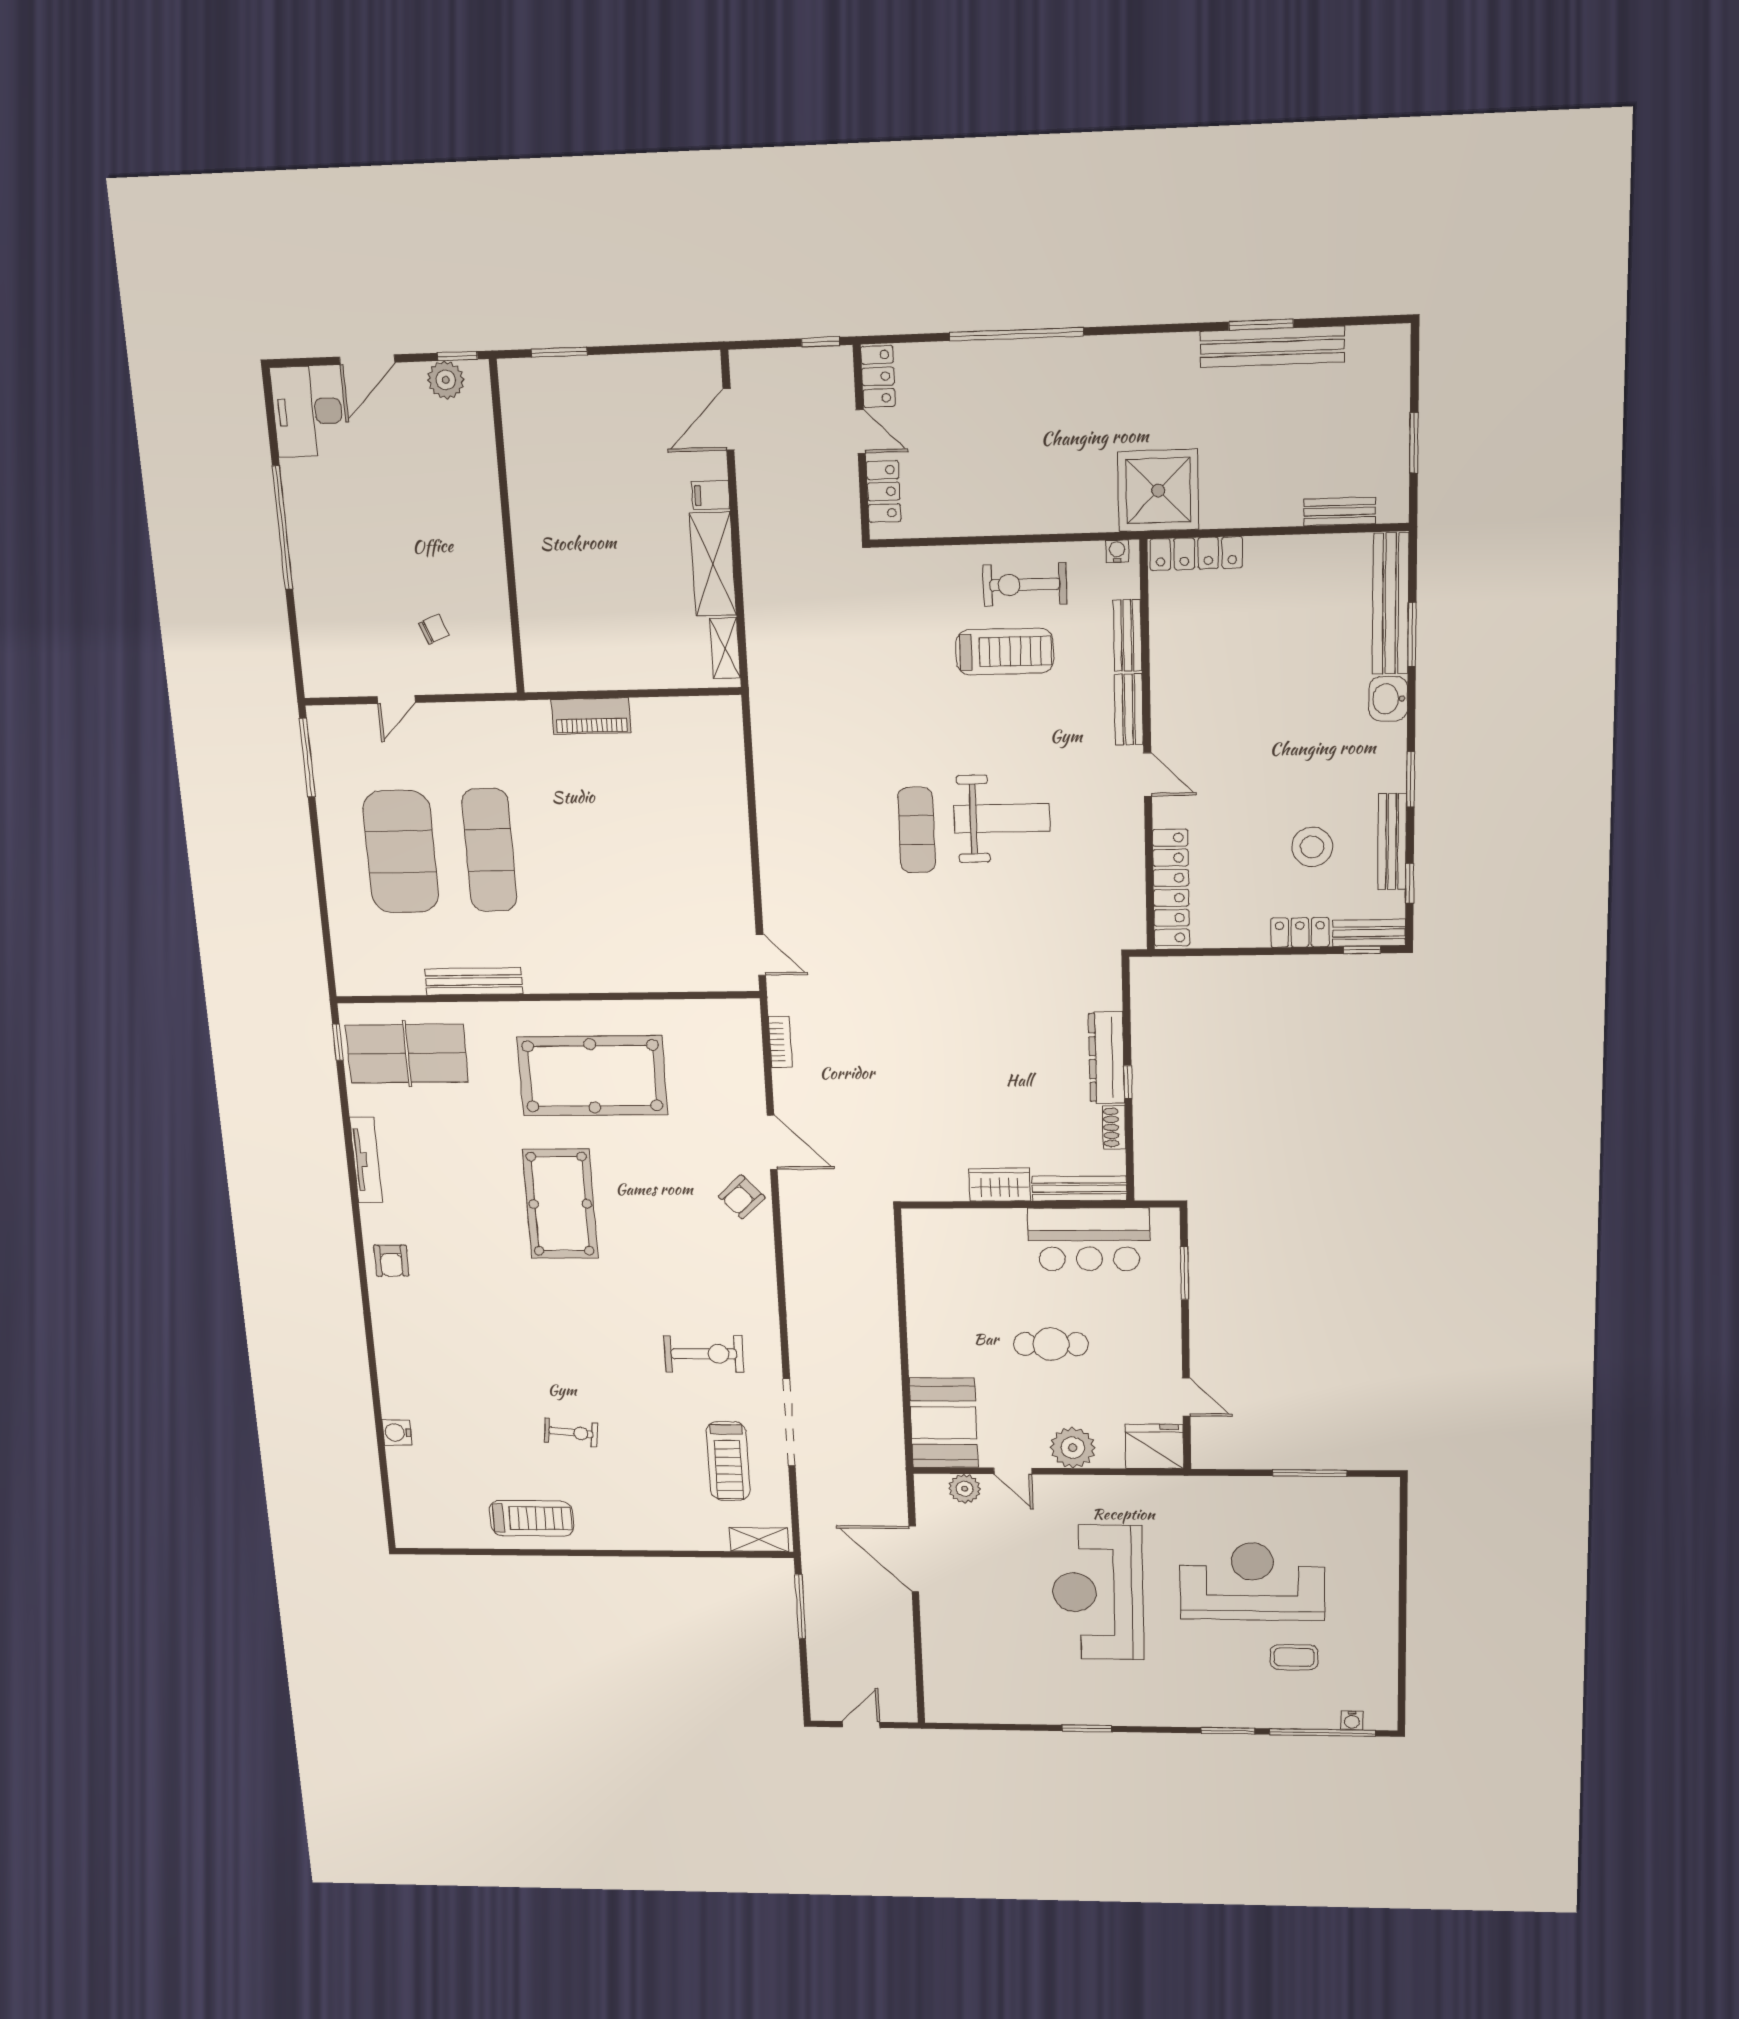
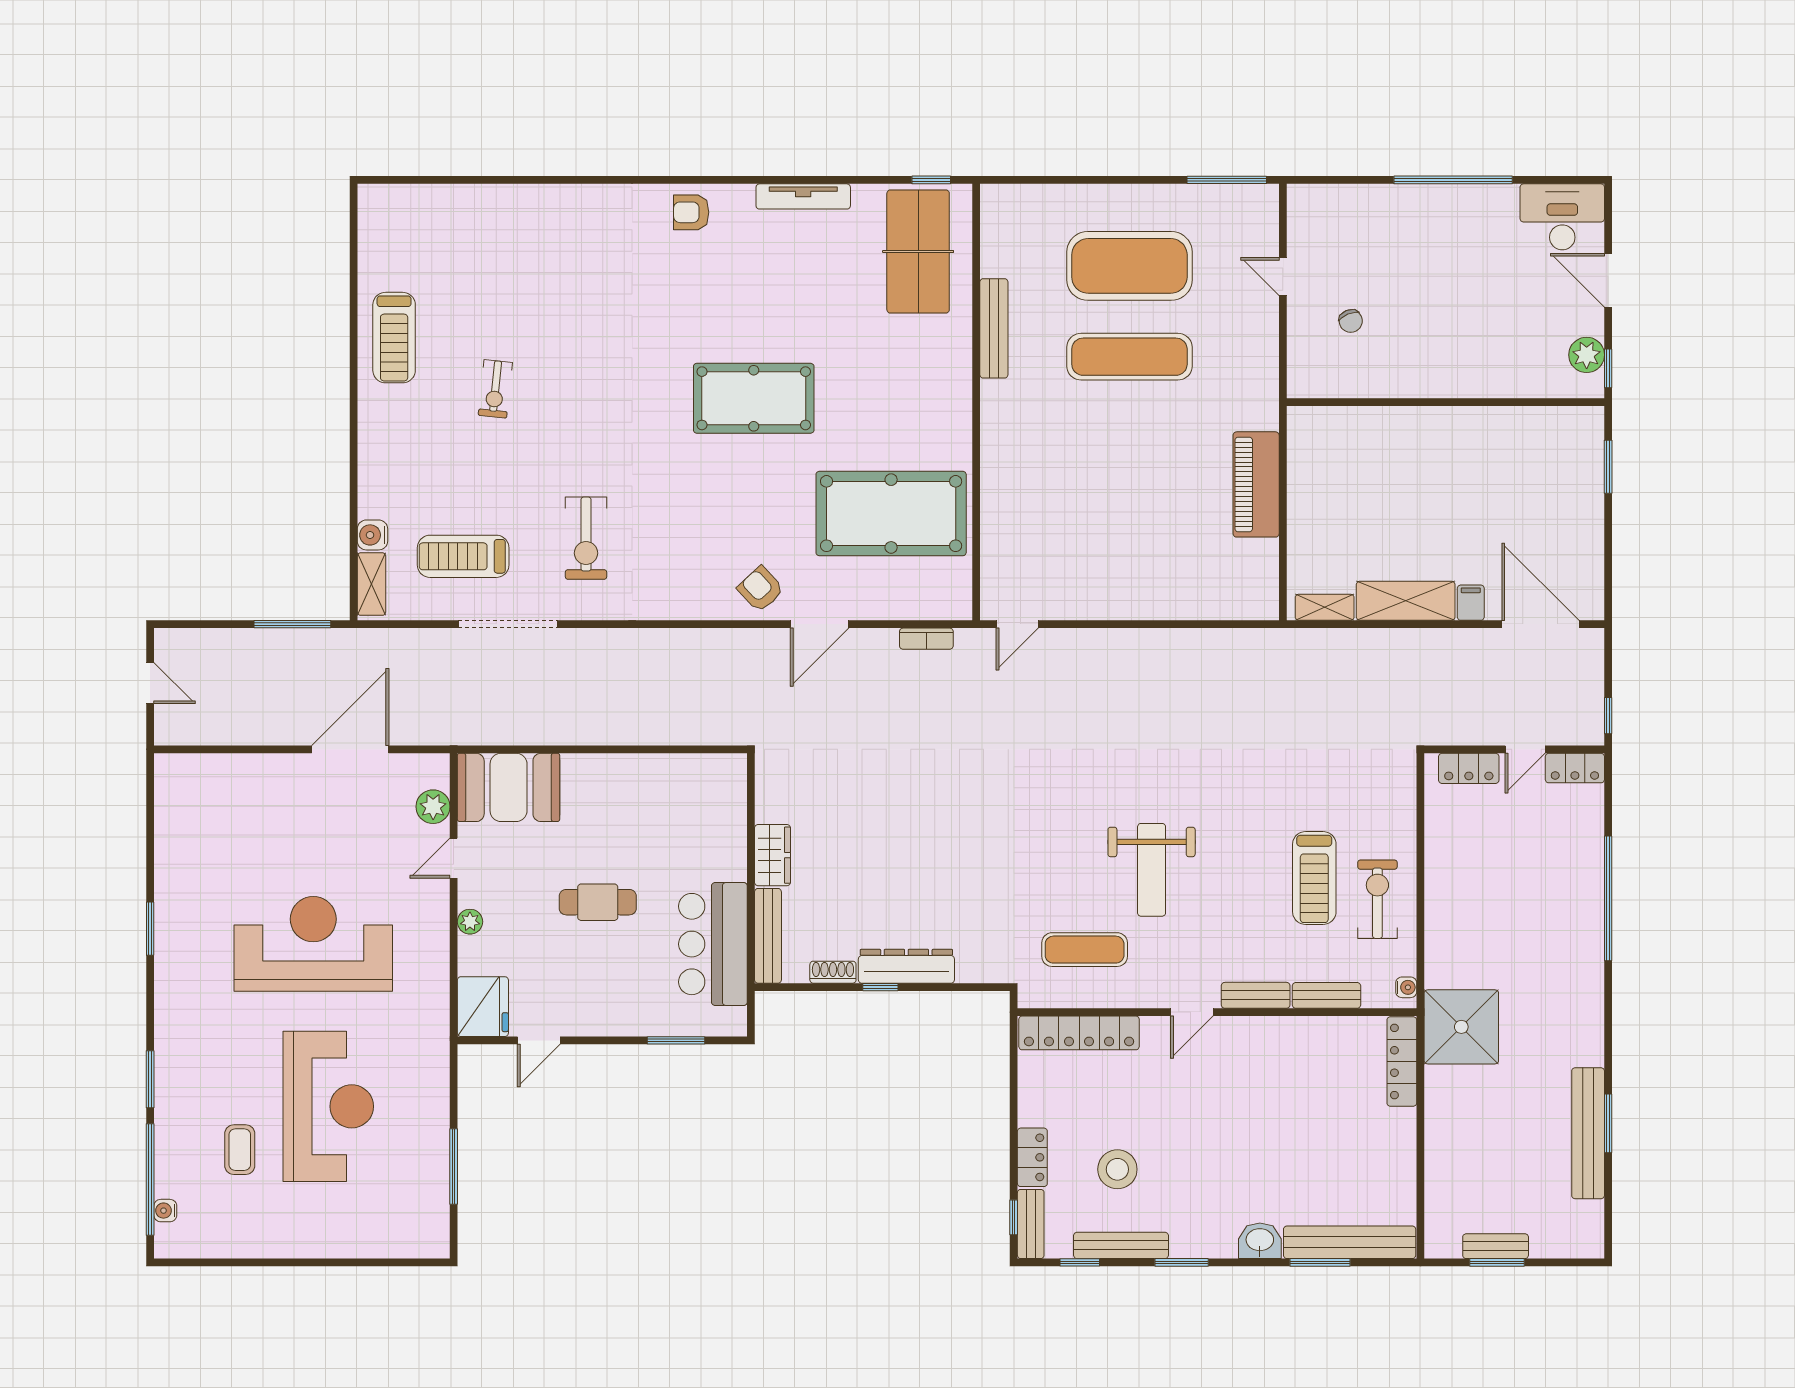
door: (728, 419) -> (1540, 624), width x1.36
bench: (1340, 511) -> (1496, 1246), moved, turned 90
piano: (591, 716) -> (1256, 484), width x1.37, depth x1.33
exercise mat: (917, 830) -> (1085, 950), moved
pool table: (592, 1076) -> (891, 514), moved, turned 90
cafe table: (1051, 1344) -> (598, 902), turned 90
water cooler: (397, 1433) -> (372, 535), moved, turned -90
plant: (1073, 1448) -> (470, 922), width x0.53, depth x0.53

